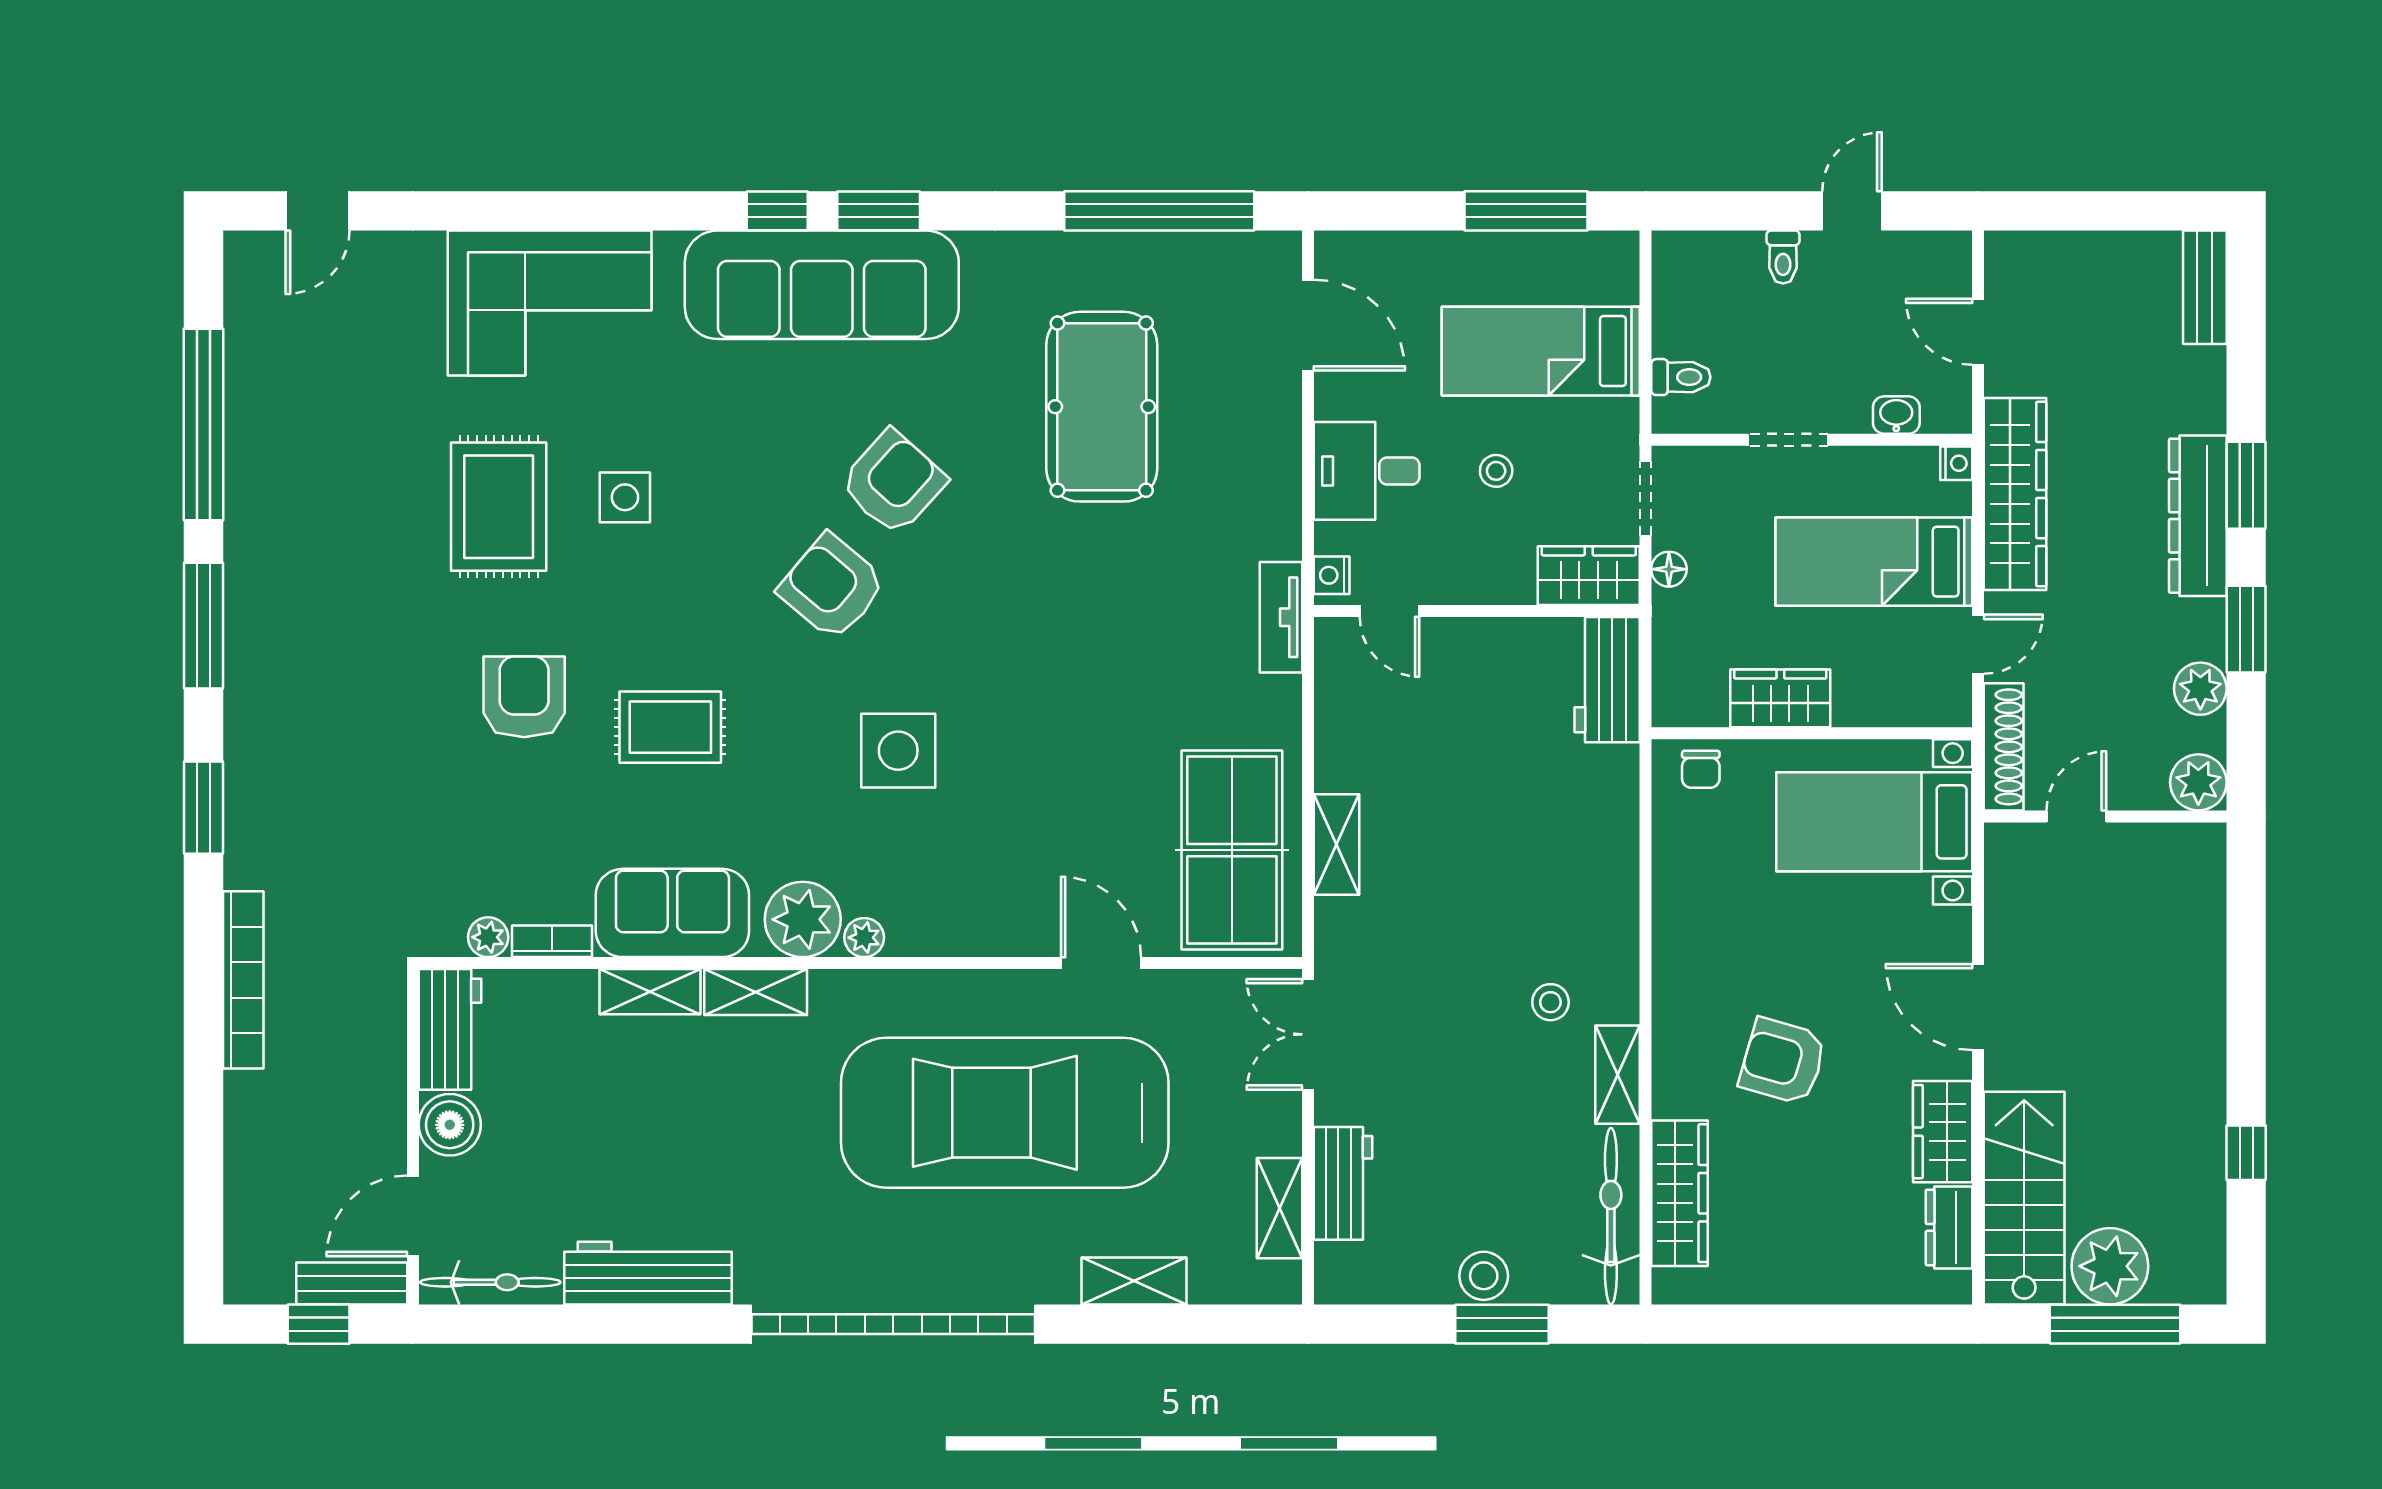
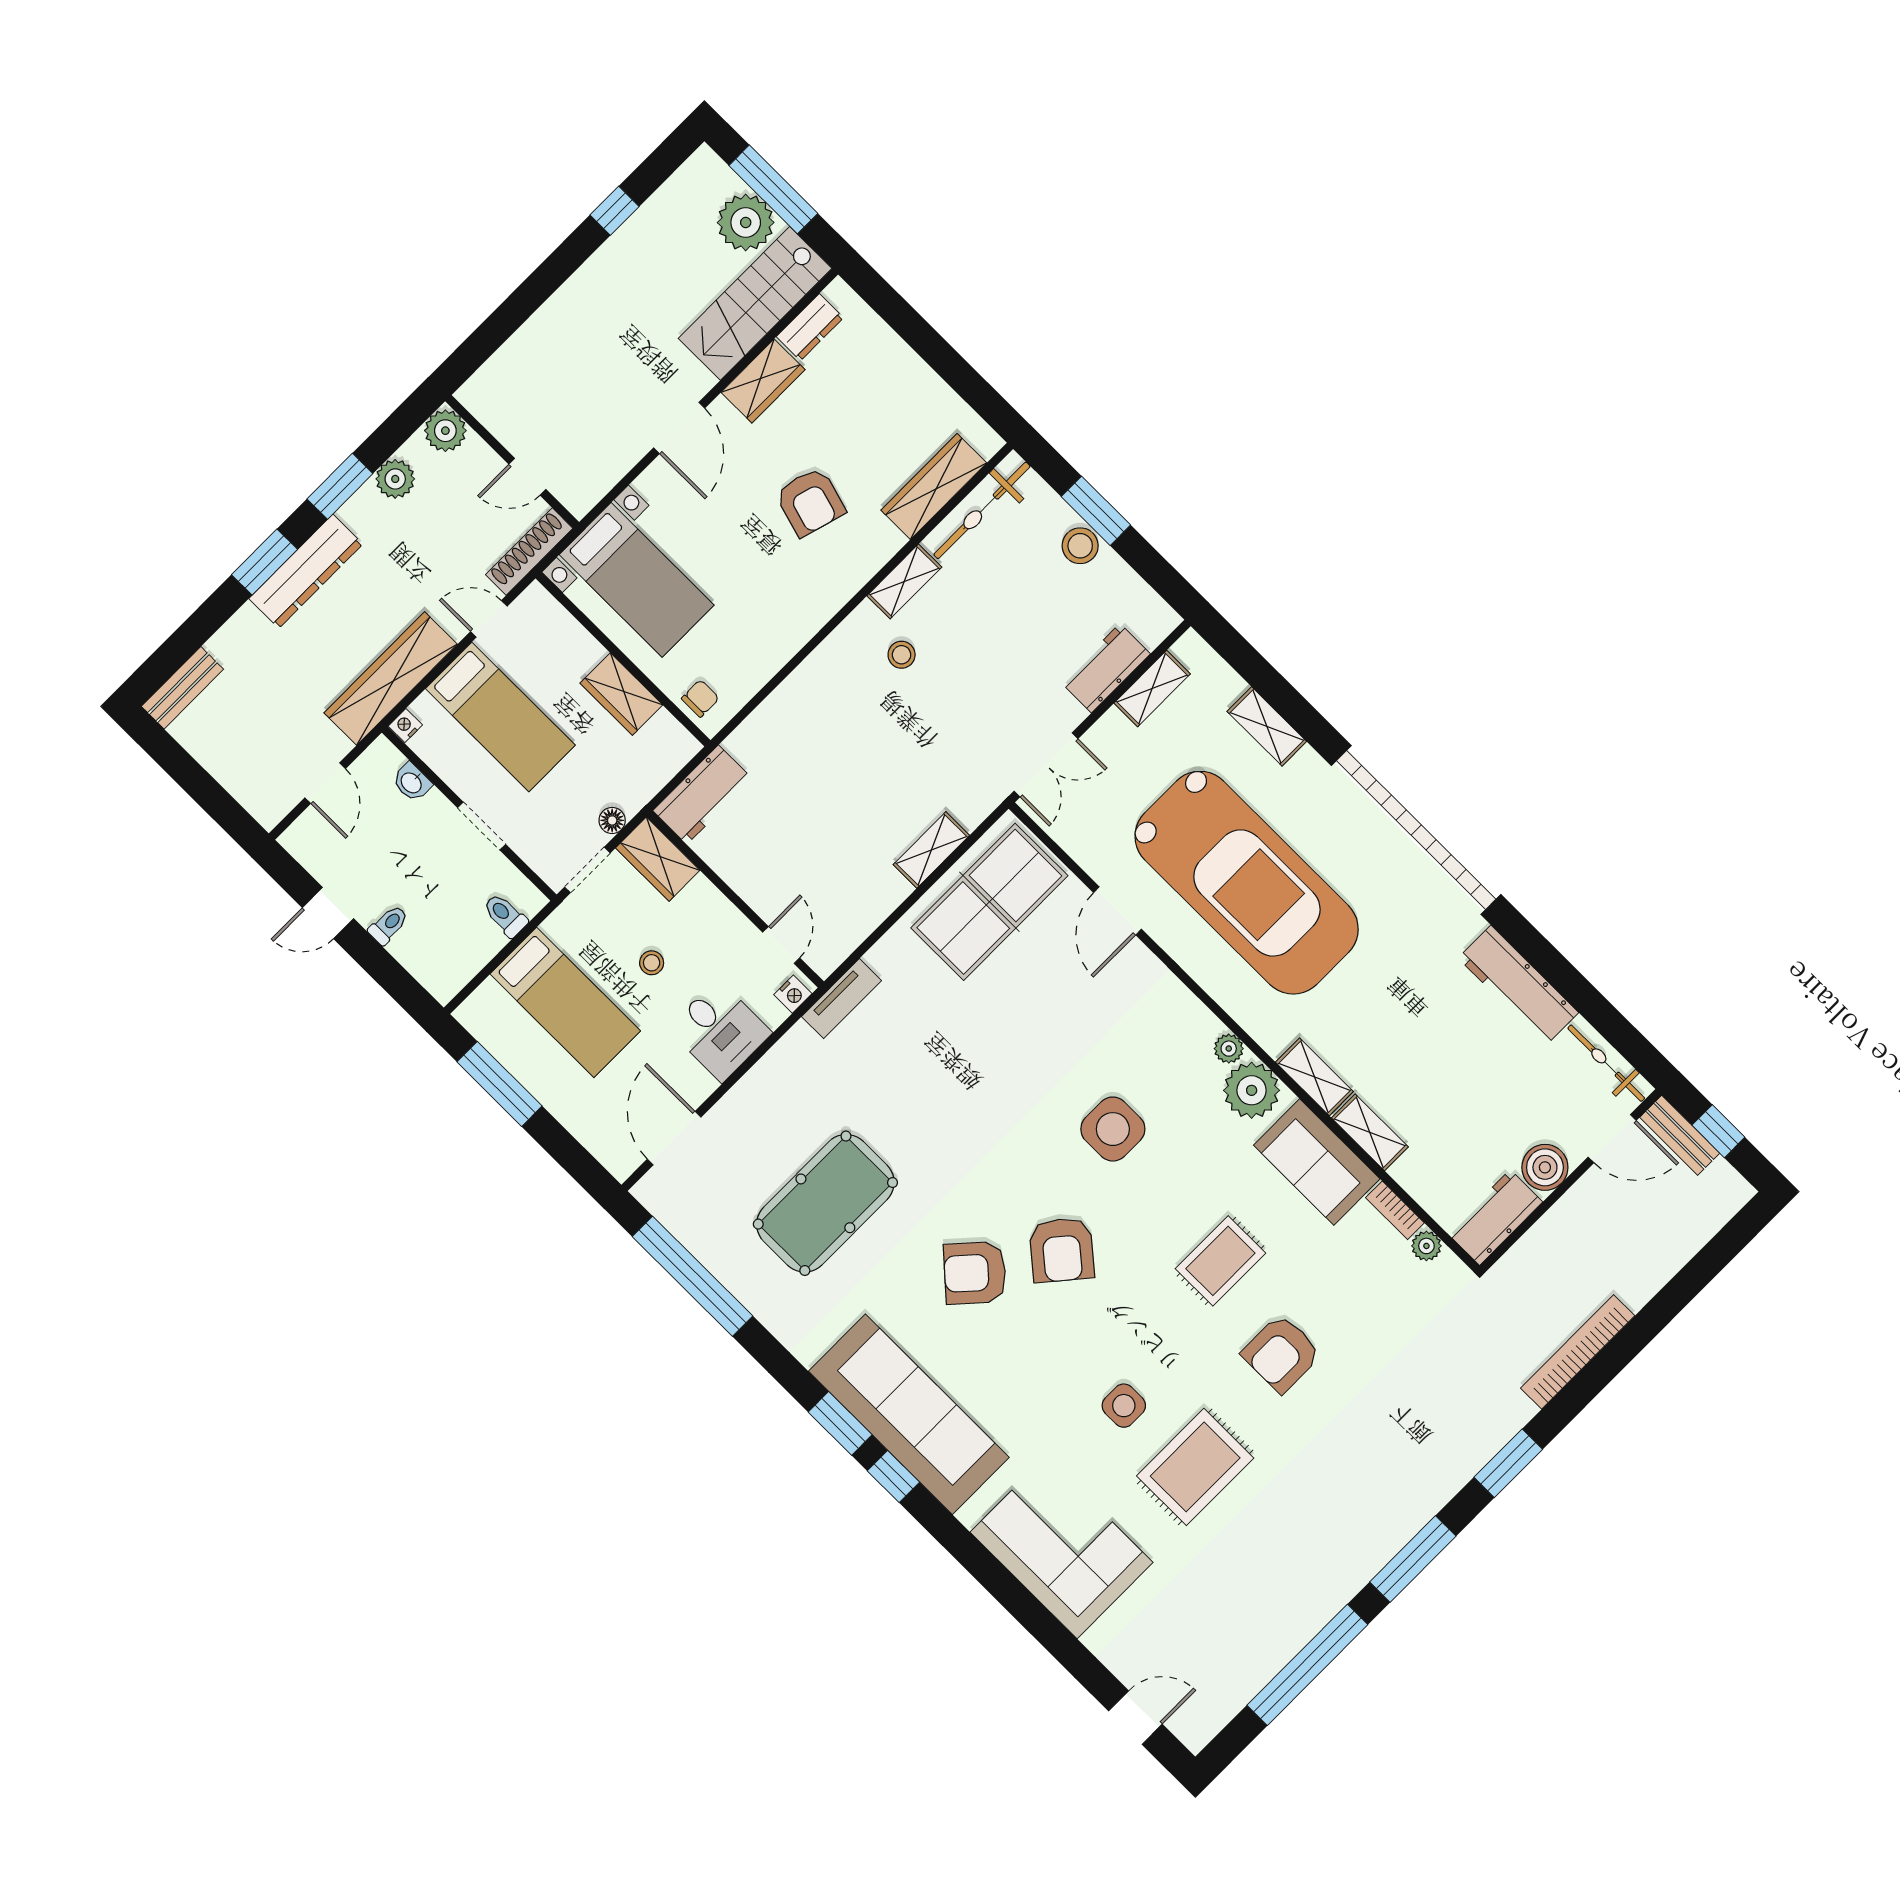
rug: (670, 727) -> (1220, 1261), turned 90

